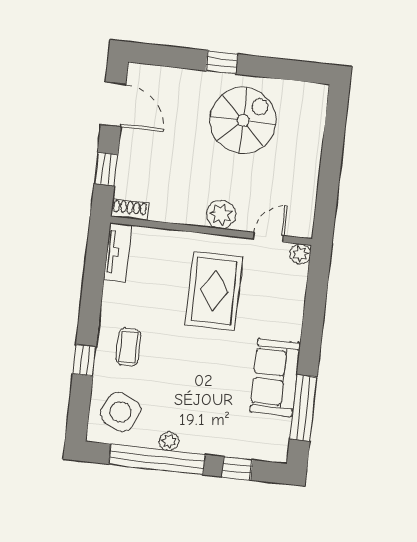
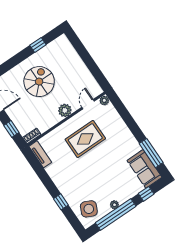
window: (222, 62) -> (38, 45), moved
spiral stairs: (243, 120) -> (39, 82), moved
rug: (214, 291) -> (85, 139), turned 90
coffee table: (128, 347) -> (72, 184), removed
sofa: (275, 378) -> (144, 169), moved

